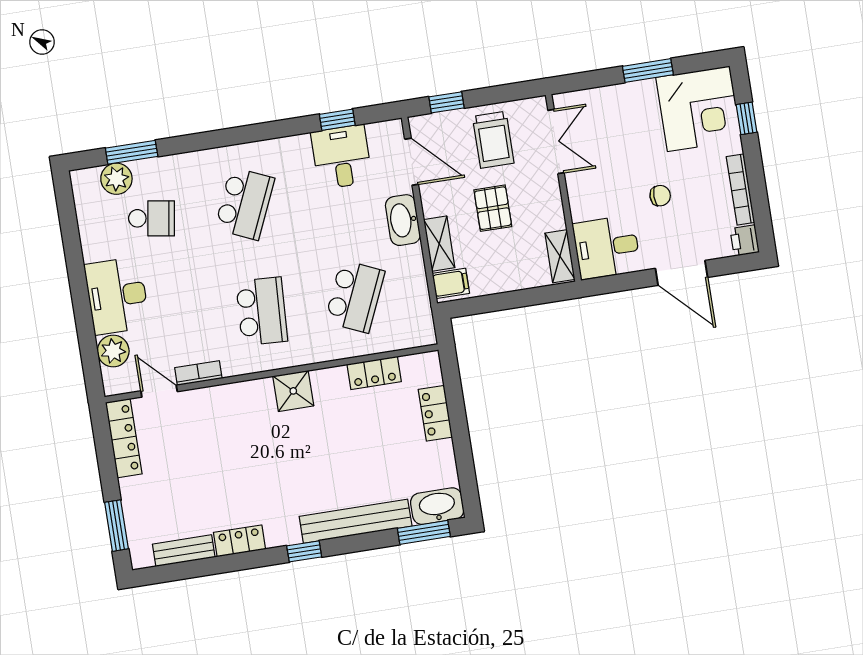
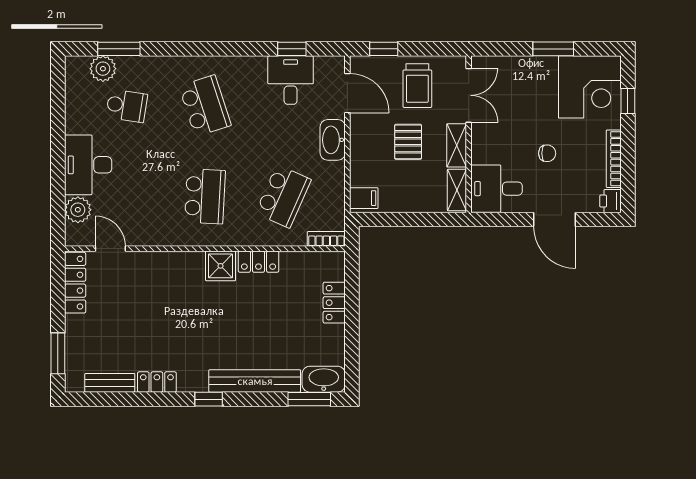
school desk: (245, 204) -> (205, 106), turned -42
shelving: (439, 244) -> (457, 145), moved
bookcase: (198, 373) -> (326, 239), moved
locker: (374, 373) -> (258, 262), moved

